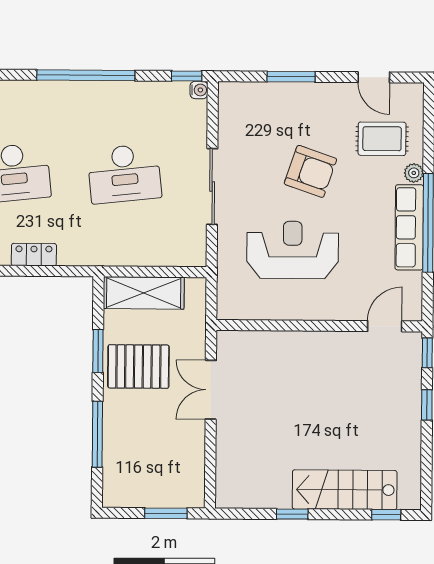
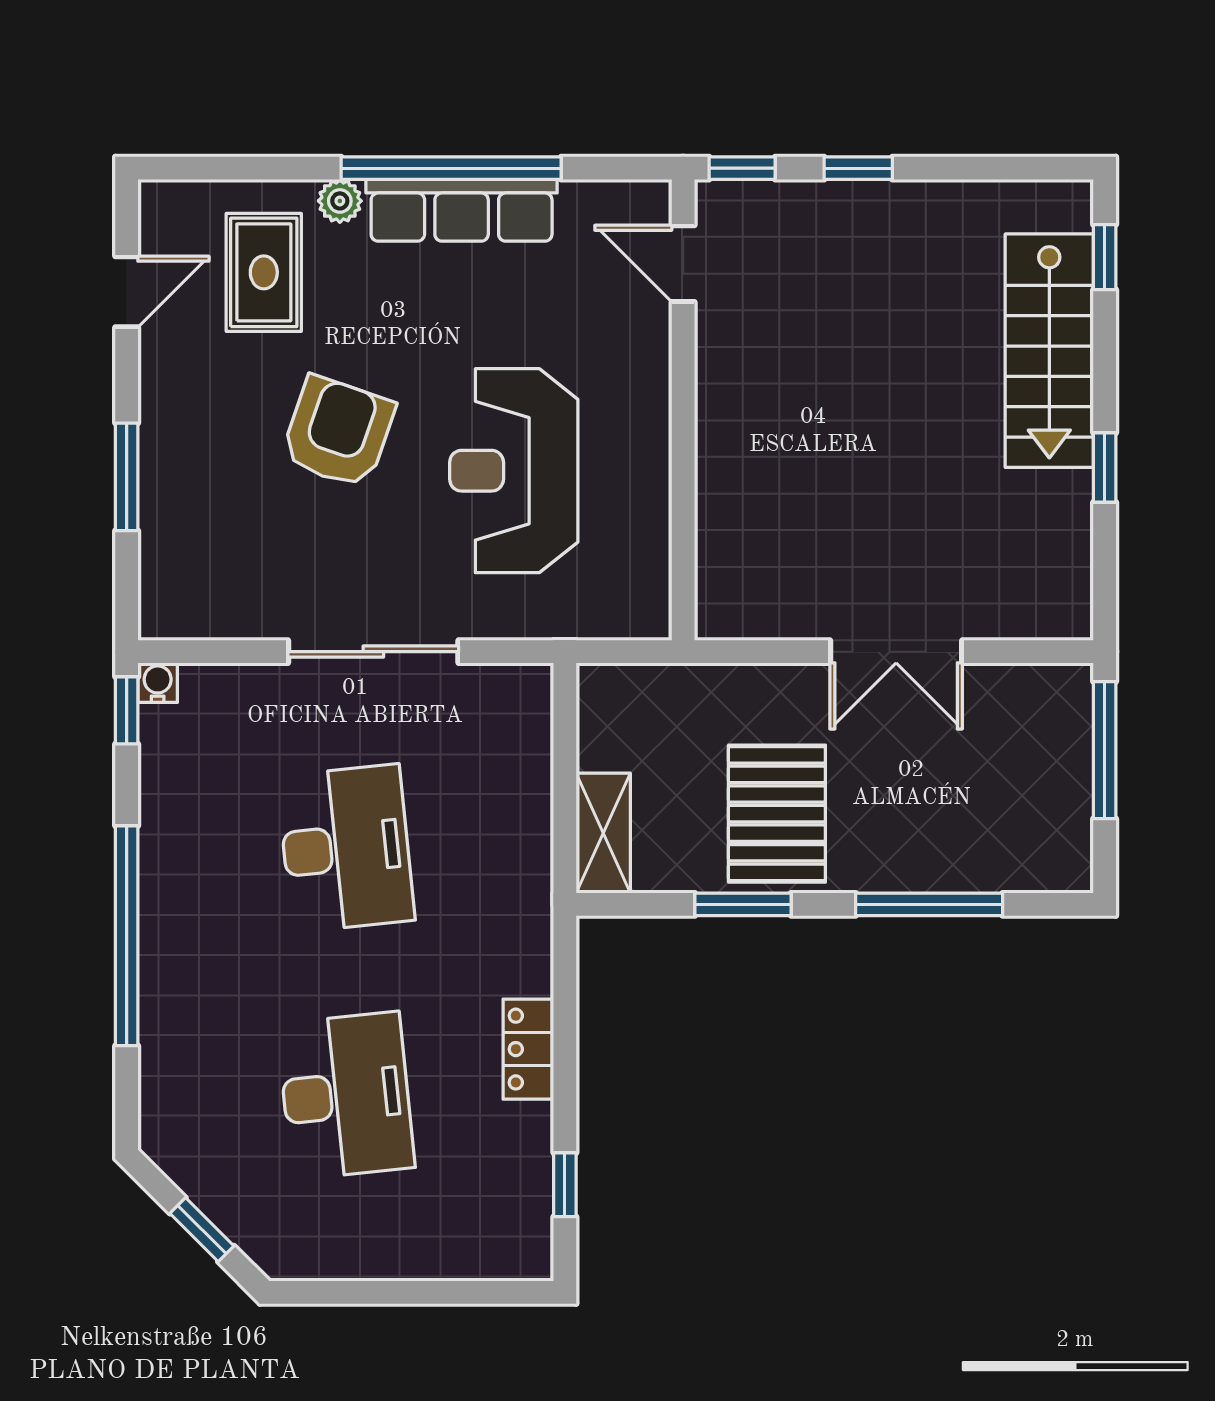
shelving: (144, 293) -> (603, 833), width x0.67, depth x0.75
double door: (211, 390) -> (896, 652), moved
window: (166, 513) -> (1105, 750), width x1.44

